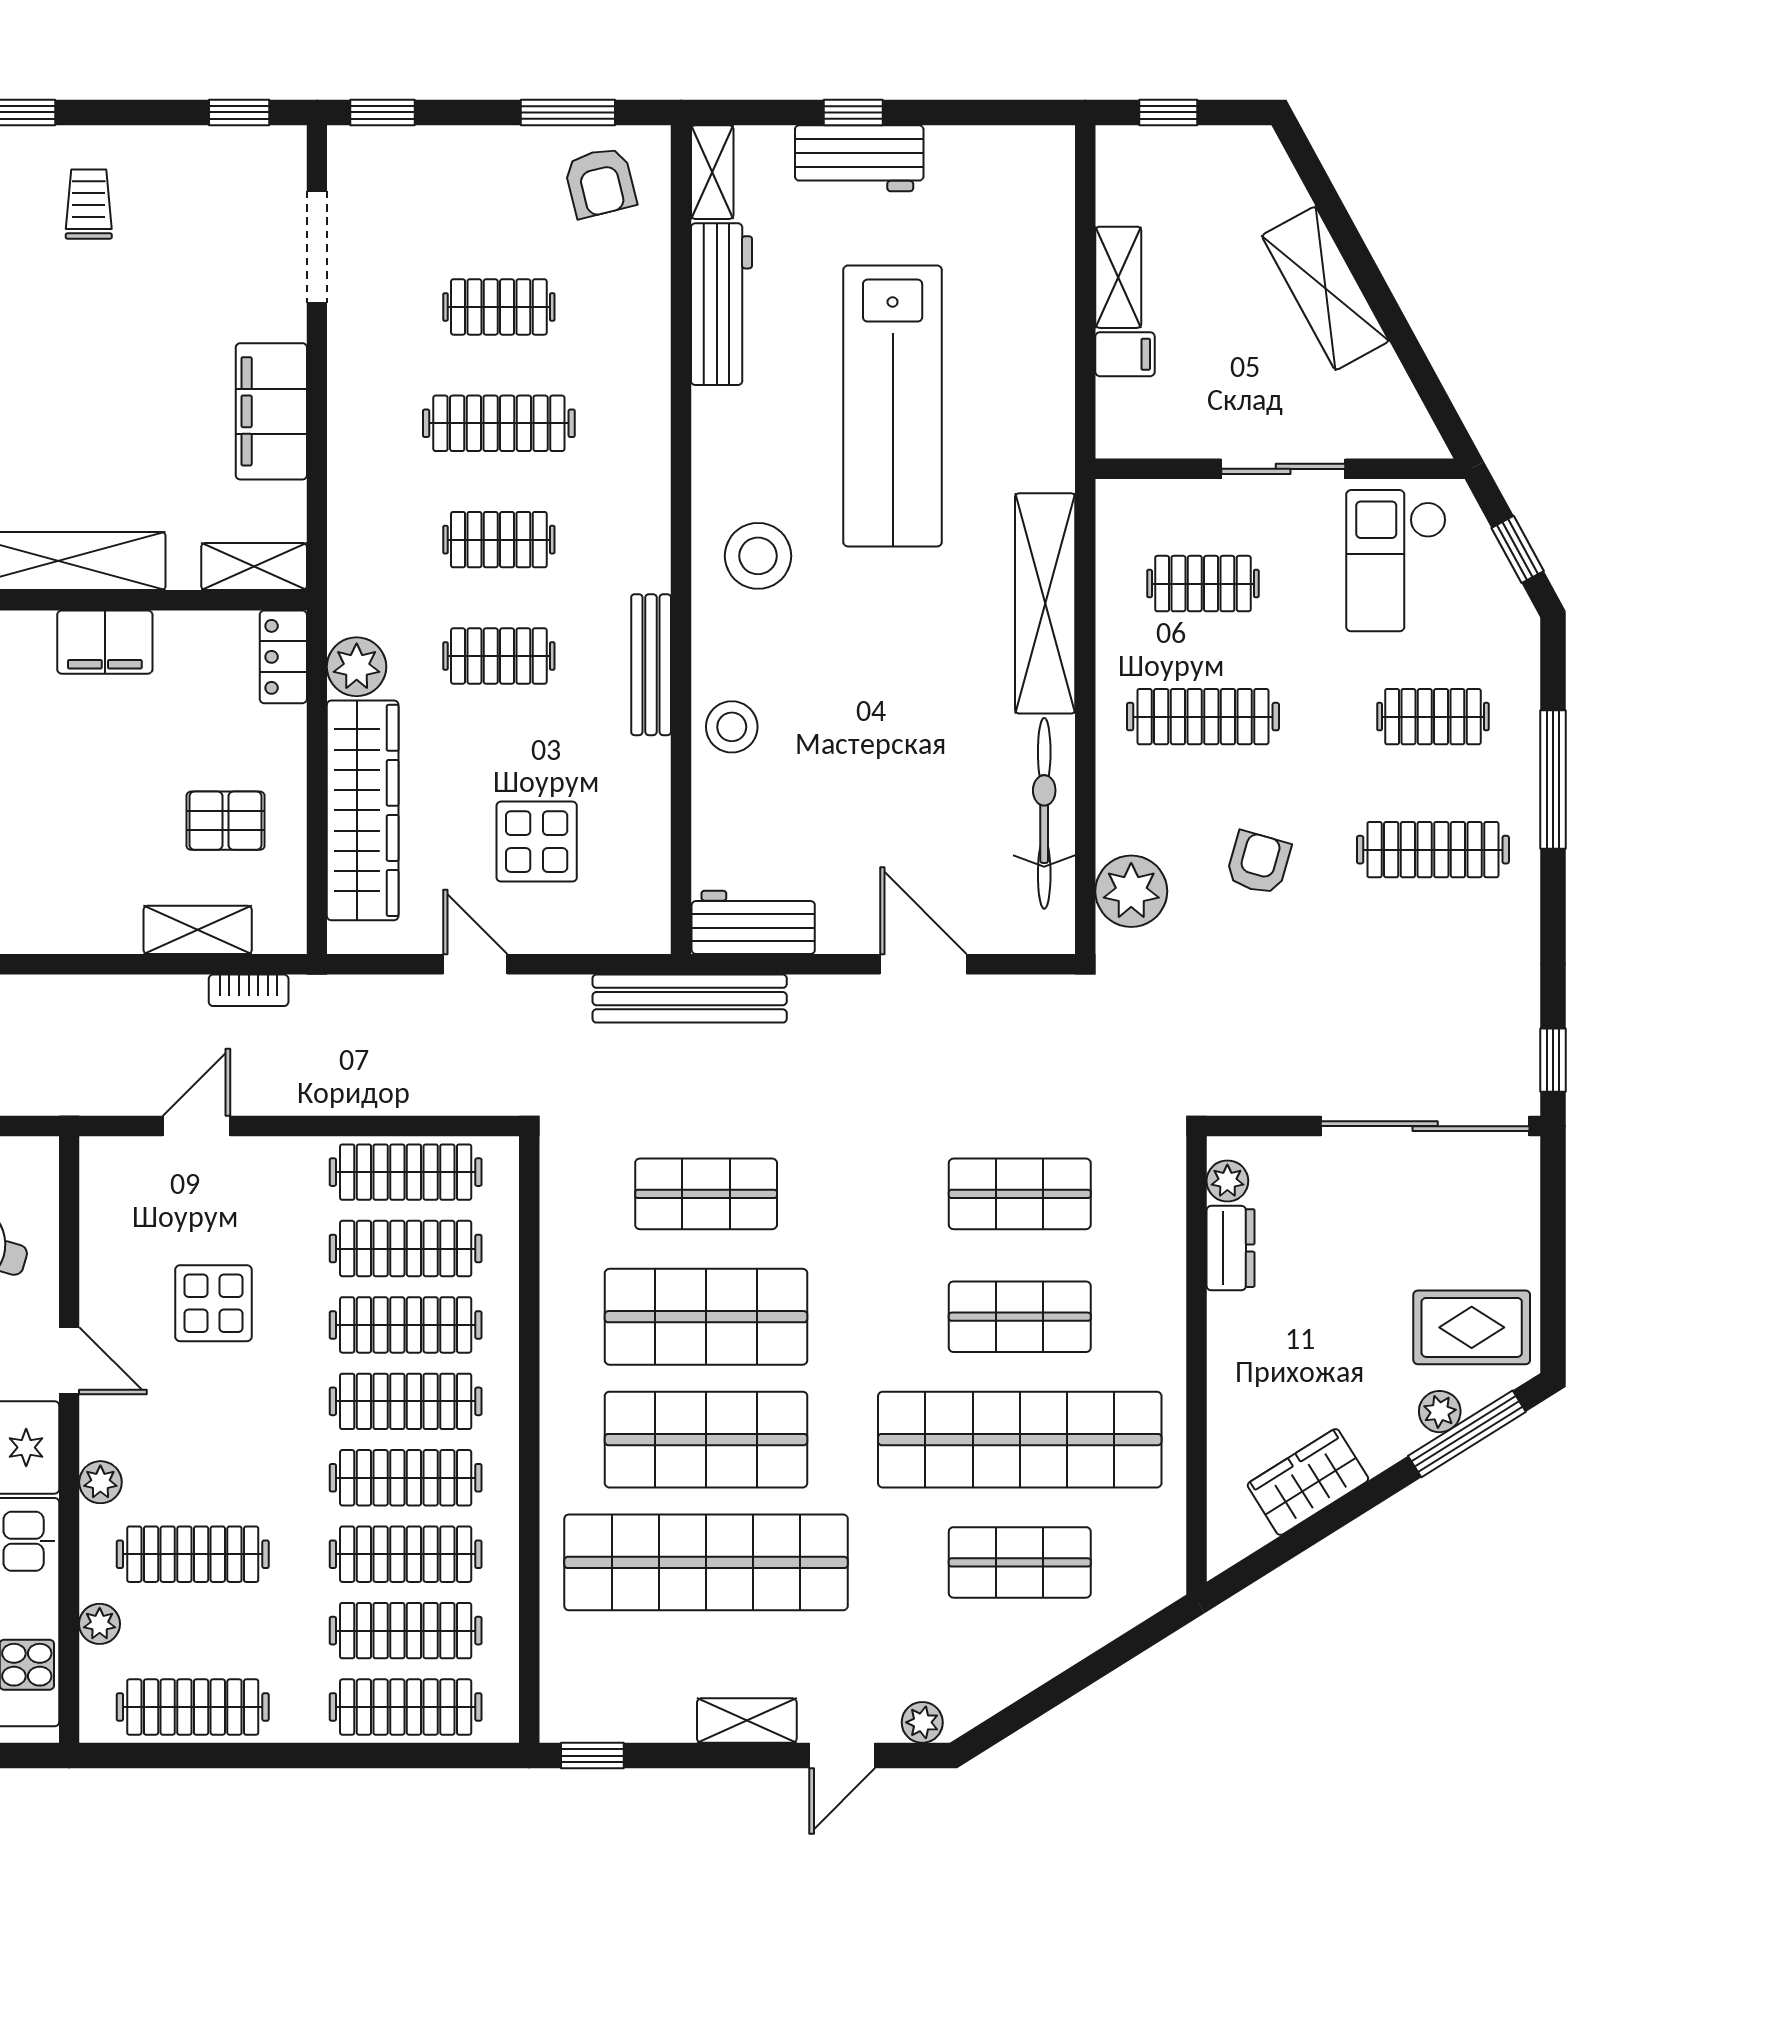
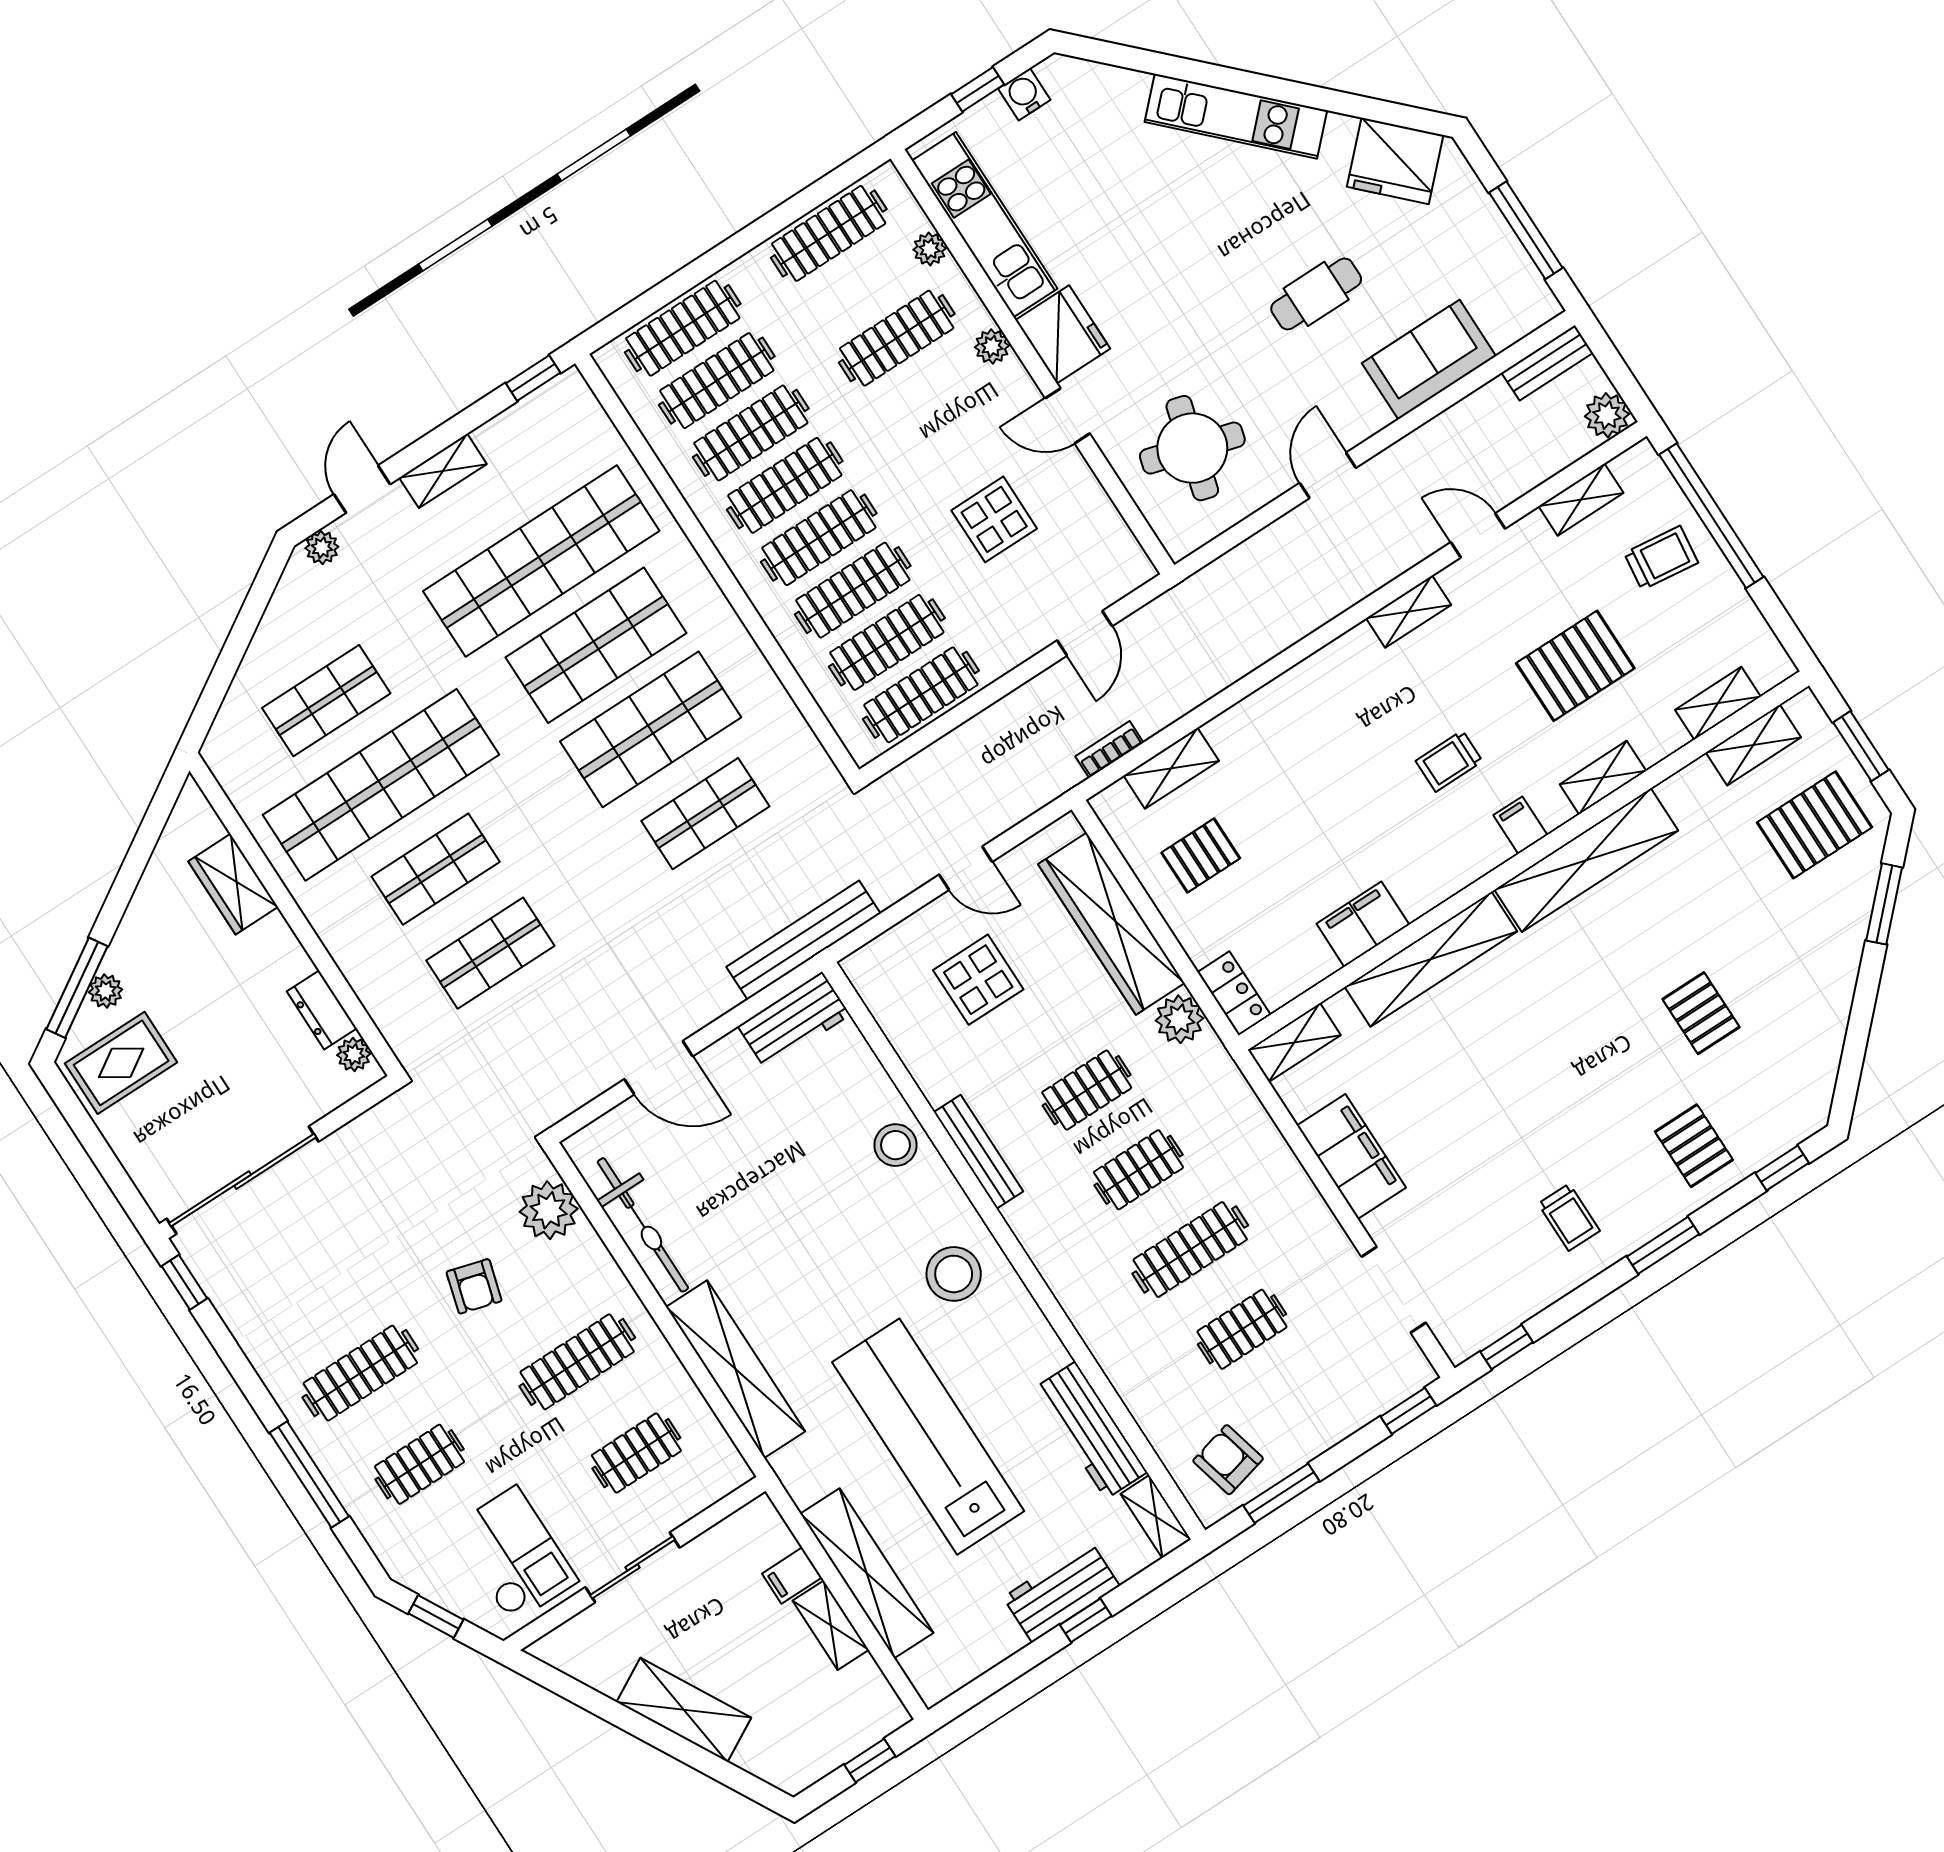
shelving: (1046, 307) -> (867, 1573), added
wardrobe: (1308, 1482) -> (233, 884), moved, turned 122

